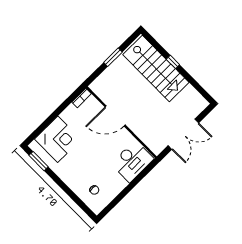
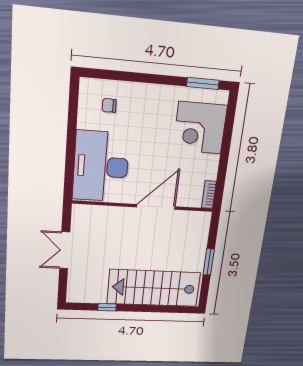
window: (173, 62) -> (107, 307), moved
double door: (183, 134) -> (65, 250), width x0.73
desk: (132, 161) -> (101, 167), width x1.36, depth x1.30

